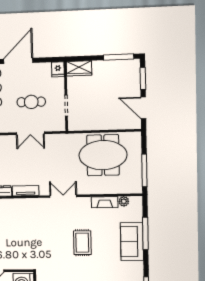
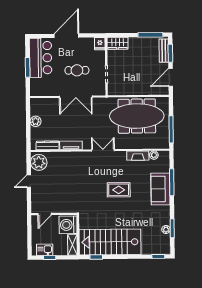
bench: (135, 76) -> (164, 51), added
door: (143, 108) -> (171, 77), hinge flipped
double door: (30, 133) -> (76, 97), width x1.37
meeting table: (103, 155) -> (137, 116), width x1.36
rug: (82, 243) -> (119, 190), turned 90

